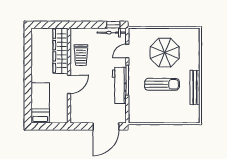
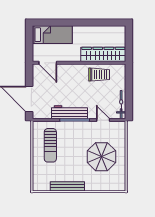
window: (113, 25) -> (129, 106), removed
trolley: (81, 55) -> (99, 75), turned 180
door: (69, 84) -> (48, 63), moved
sun lounger: (162, 84) -> (50, 145), moved

